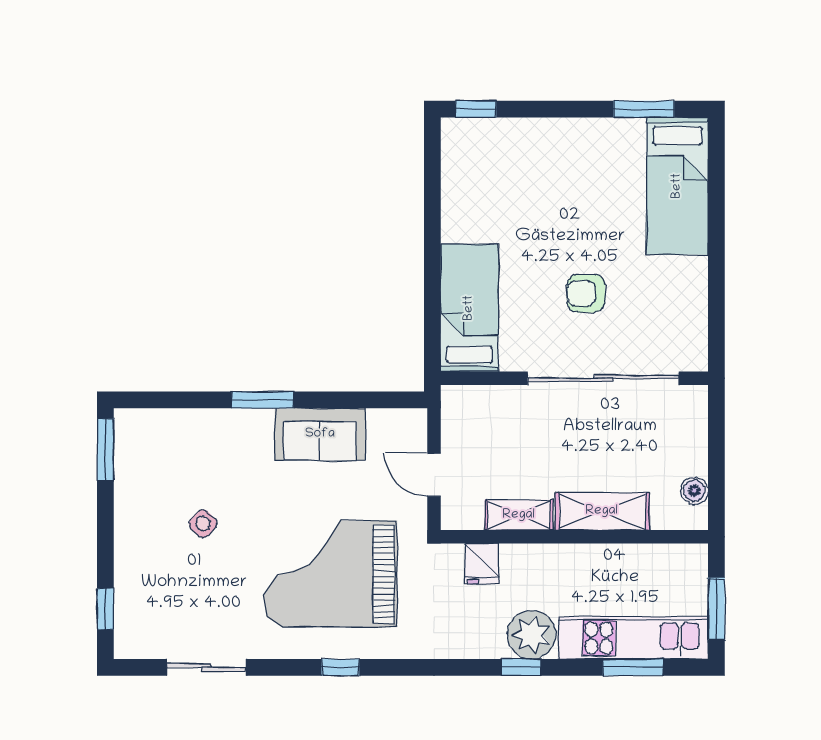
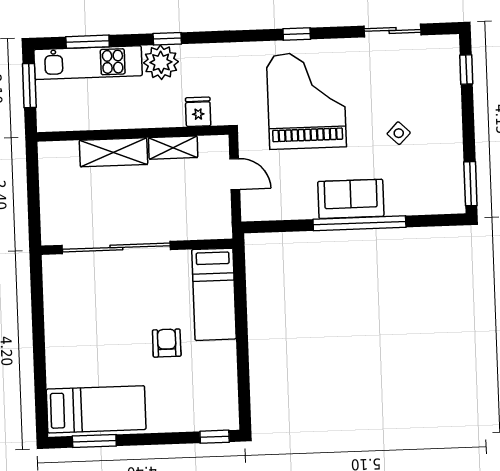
bed: (677, 186) -> (96, 409), moved, turned 90
armchair: (586, 293) -> (167, 343), moved, turned -90
window: (262, 400) -> (359, 223), width x2.11
sofa: (320, 434) -> (351, 199), moved
boiler: (694, 491) -> (48, 170), removed
grand piano: (330, 574) -> (306, 101), turned -90

